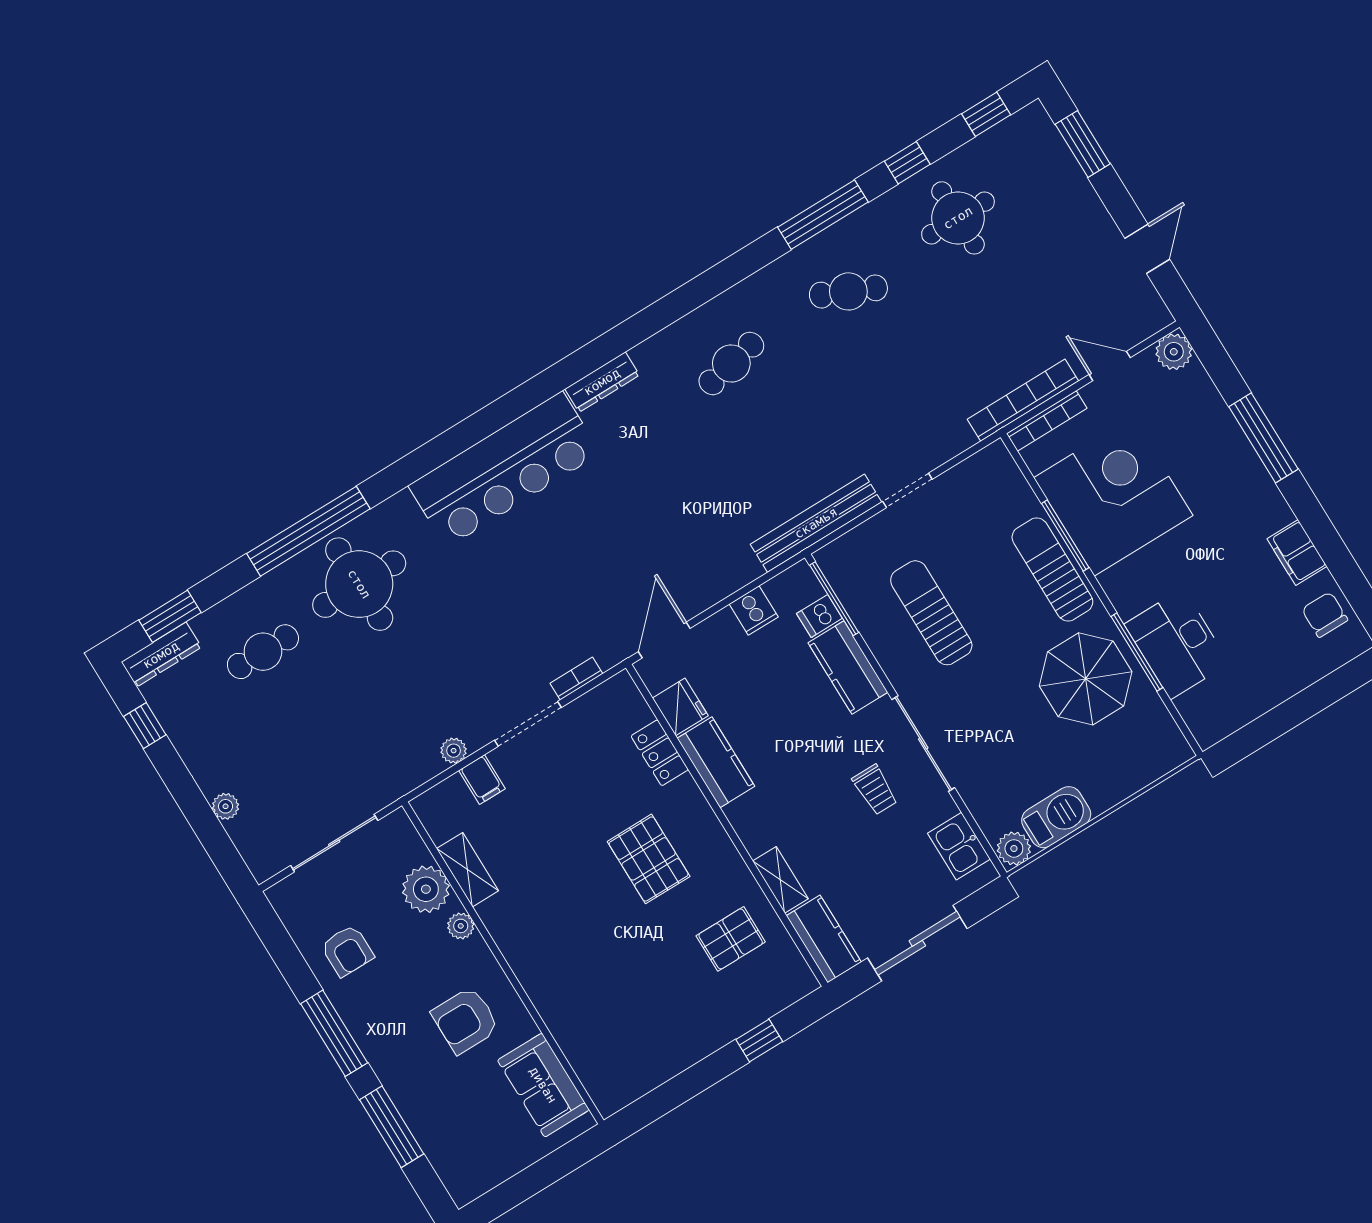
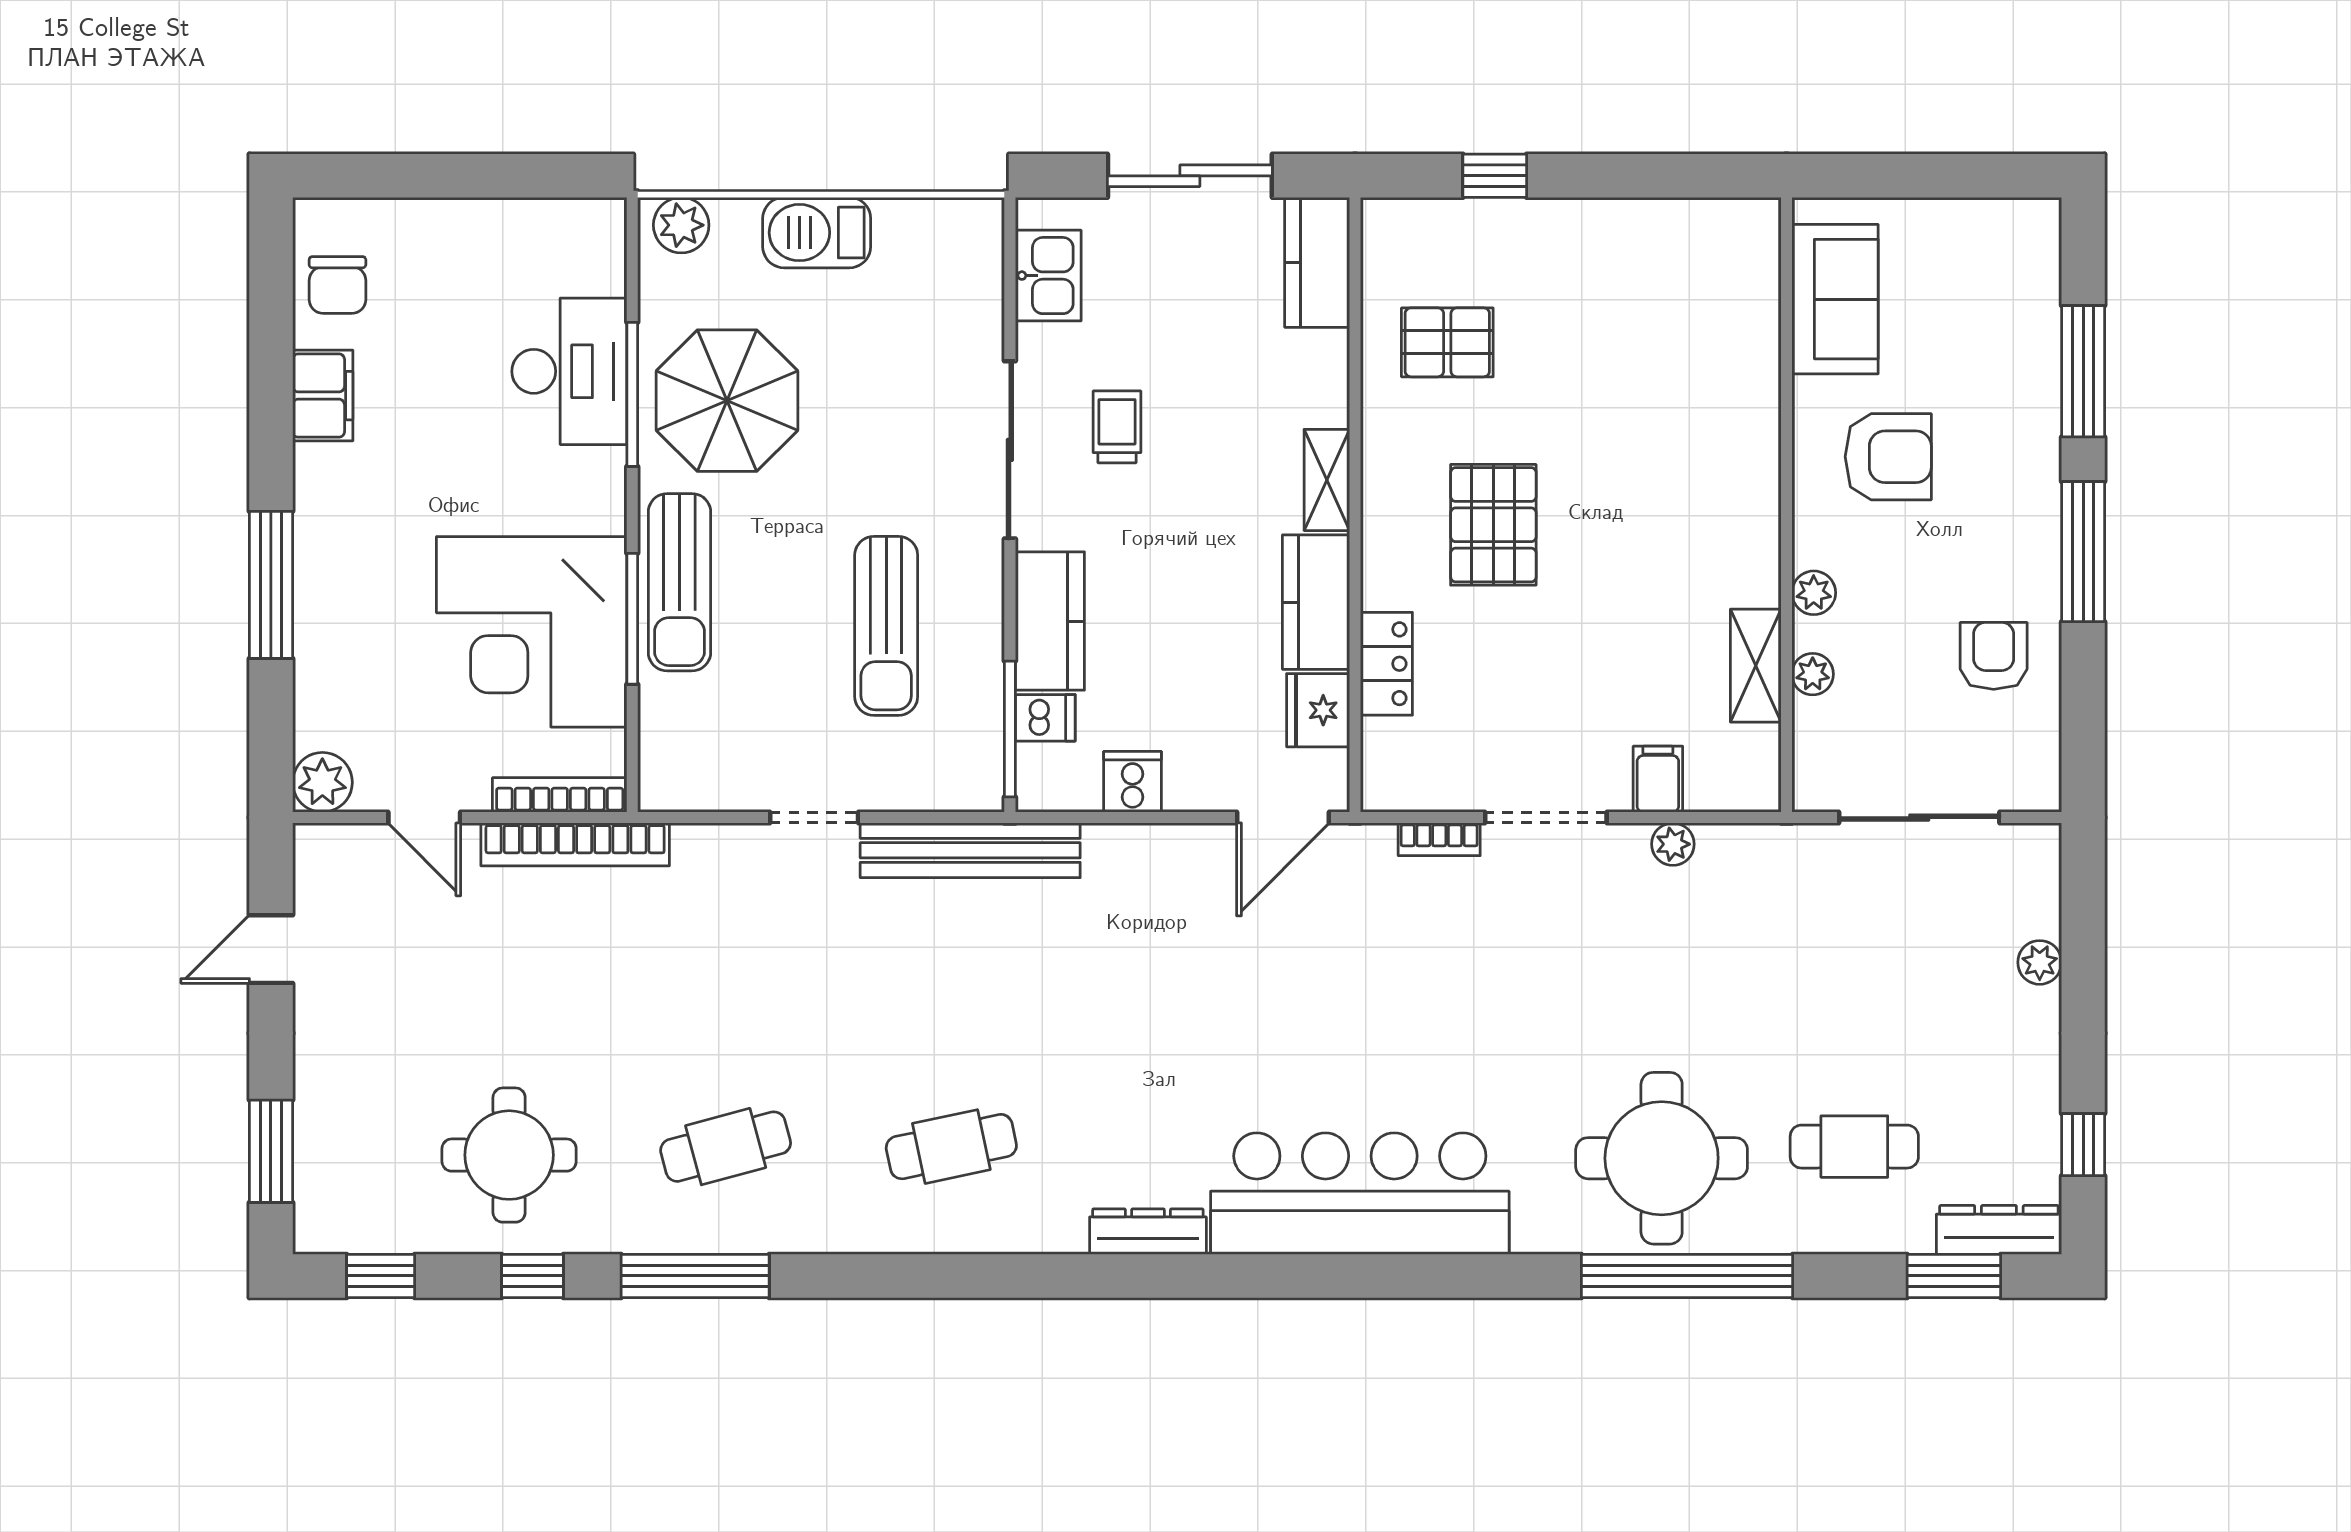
cafe table: (848, 291) -> (726, 1147), turned -39
barbecue: (1056, 817) -> (817, 233), moved
plant: (1014, 848) -> (681, 225), moved
shelving: (780, 880) -> (1327, 480), moved
plant: (426, 889) -> (1813, 674), width x0.53, depth x0.53

